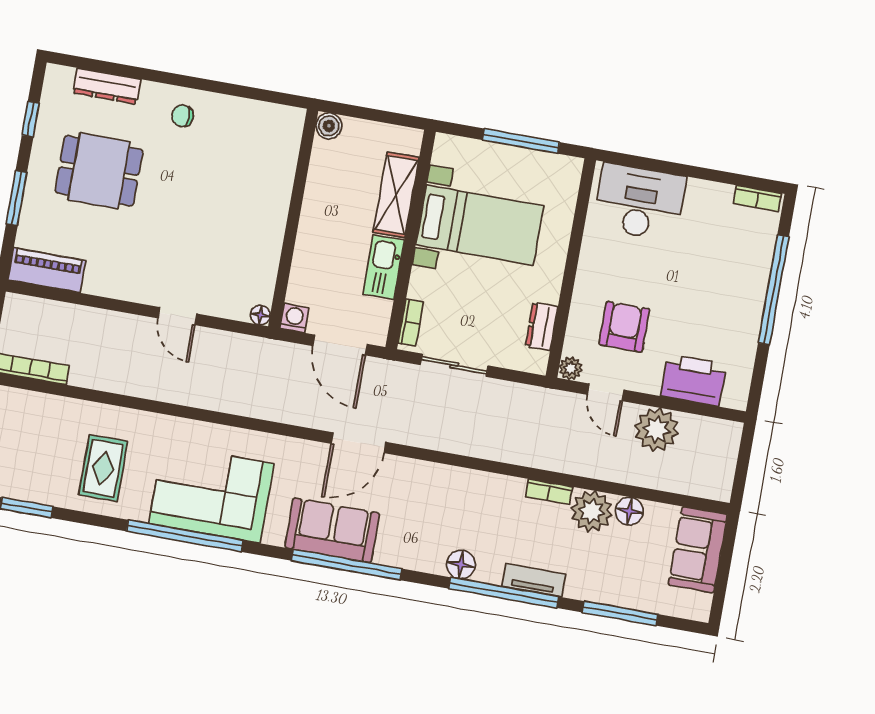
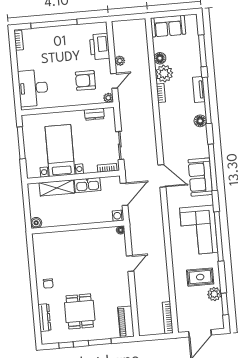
plant: (657, 430) -> (120, 61), width x0.53, depth x0.53
plant: (56, 490) -> (214, 294), added

